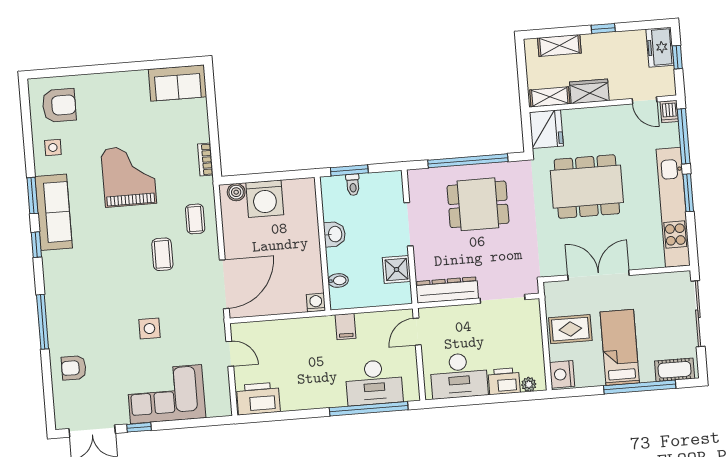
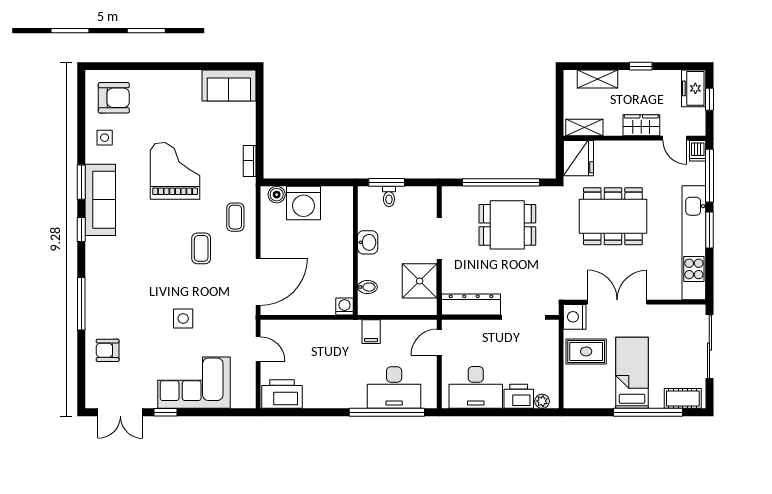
wardrobe: (589, 91) -> (641, 125), moved
shower: (397, 269) -> (420, 281), width x1.36, depth x1.36
nightstand: (562, 374) -> (575, 317), moved

